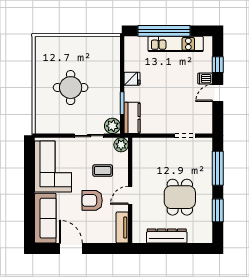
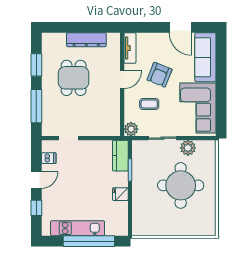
dishwasher: (205, 79) -> (49, 158), moved
round table: (71, 88) -> (181, 185), width x1.36, depth x1.36
plant: (112, 126) -> (188, 148), moved
armchair: (92, 200) -> (160, 75), turned 112

